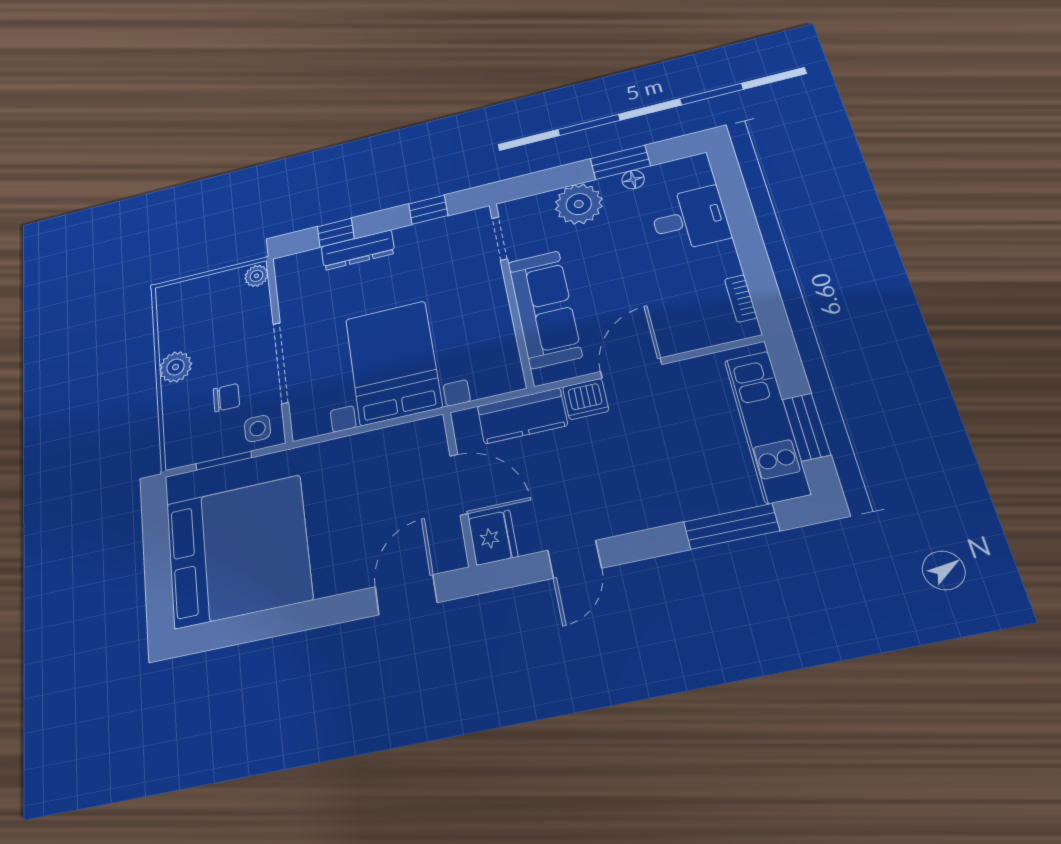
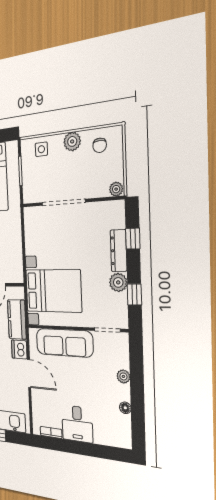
window: (620, 162) -> (138, 405), removed
plant: (579, 204) -> (123, 376), width x0.53, depth x0.53
desk: (690, 219) -> (77, 424), moved
plant: (412, 239) -> (118, 282), added
bed with nightstands: (393, 363) -> (53, 291), moved
chair: (226, 398) -> (100, 145), moved
side table: (258, 429) -> (41, 149), moved

